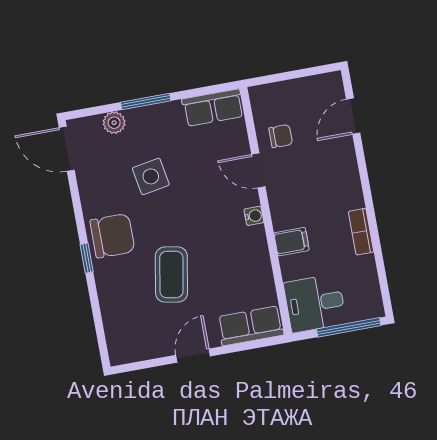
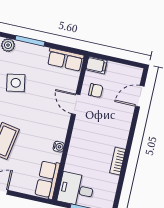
water cooler: (254, 216) -> (59, 147), moved
filing cabinet: (292, 242) -> (96, 65), moved
row of seats: (251, 326) -> (47, 180), moved, turned -90

